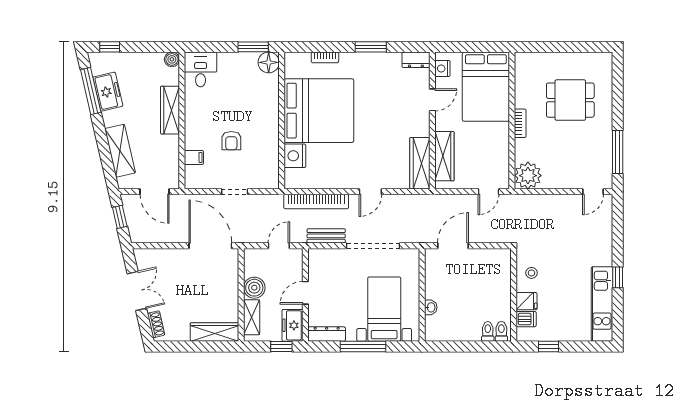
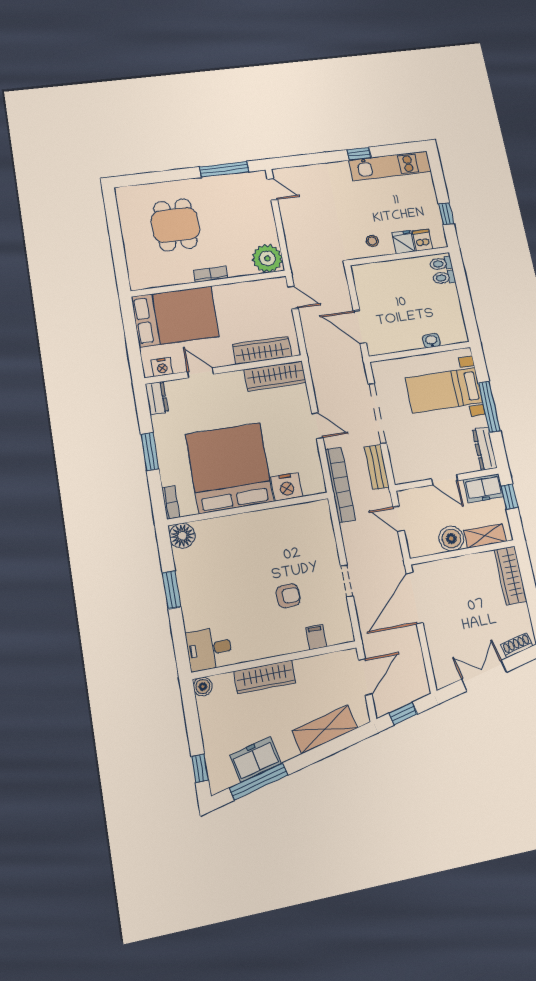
floor lamp: (269, 62) -> (182, 536), moved
bed: (319, 111) -> (229, 468), moved
wall: (282, 121) -> (248, 509), moved
nightstand: (295, 156) -> (287, 487), moved

